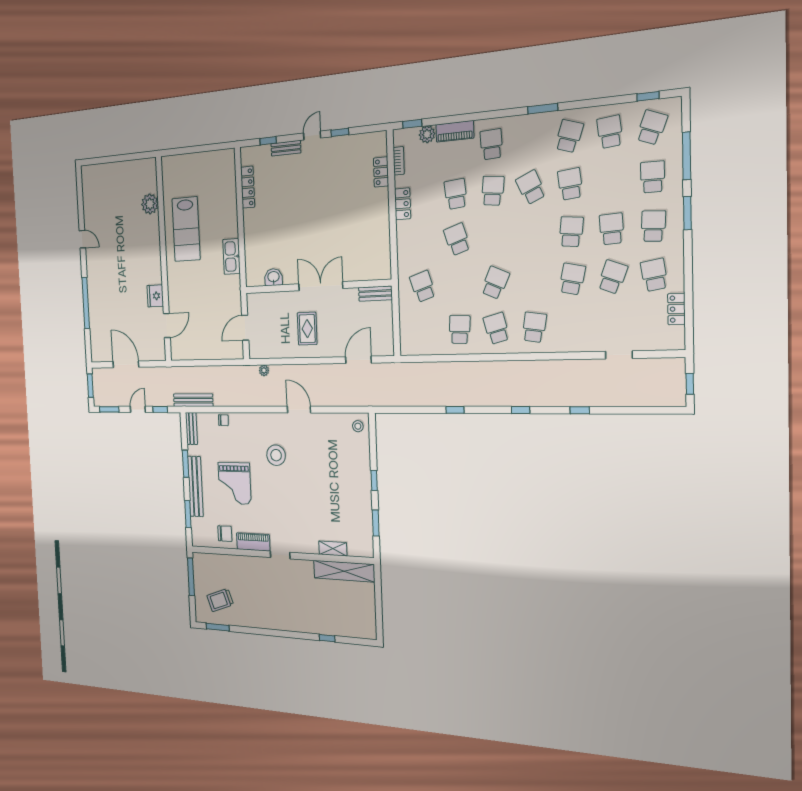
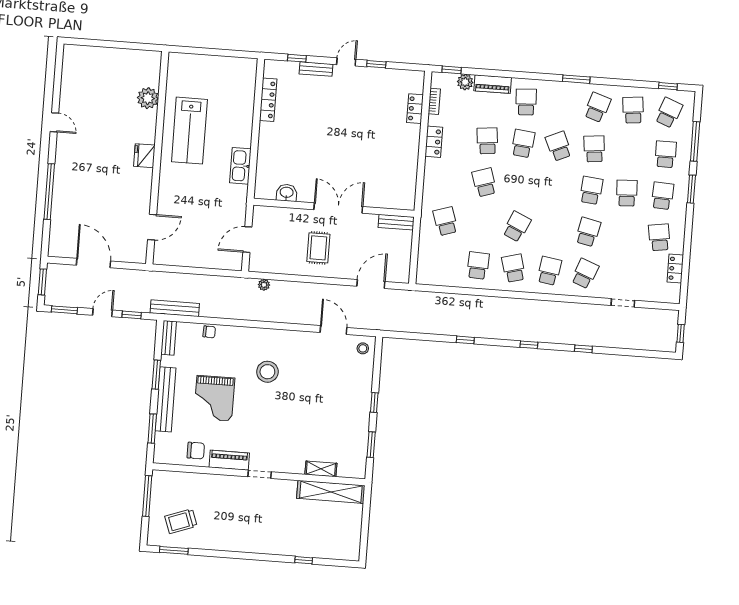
school desk: (613, 277) -> (585, 274), moved
fridge: (155, 296) -> (144, 156), moved
door: (299, 410) -> (333, 330), moved

